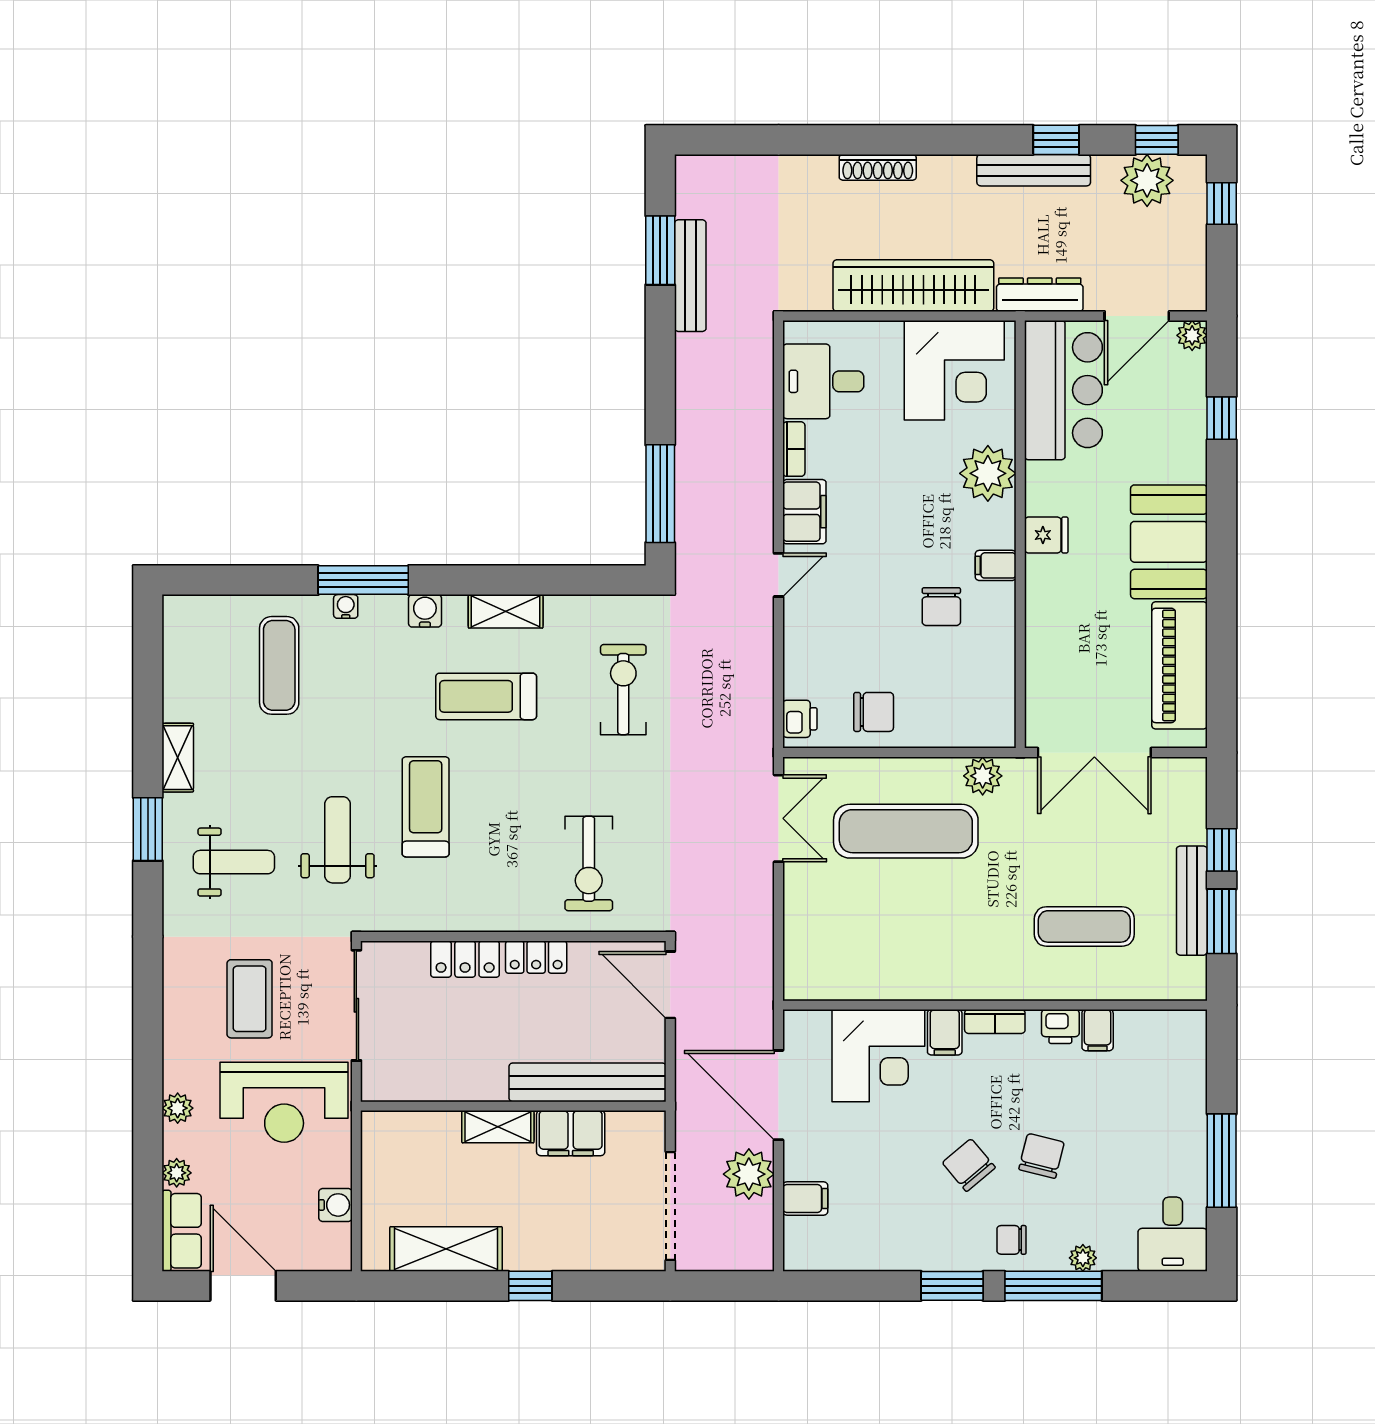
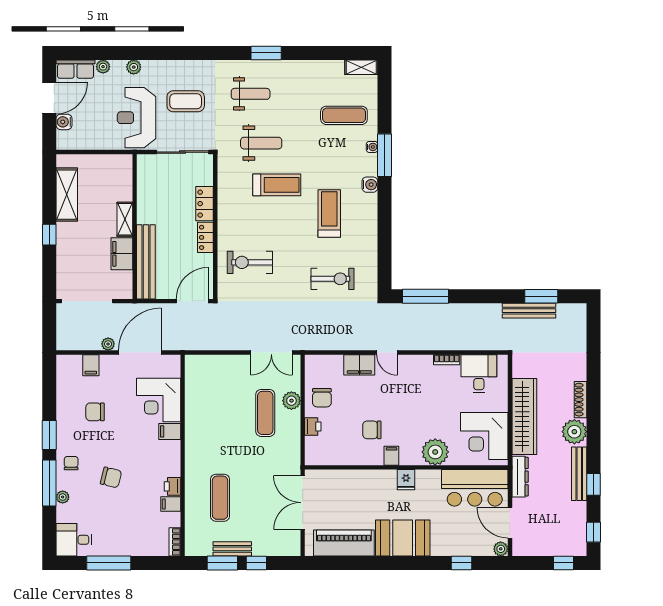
plant: (1147, 180) -> (574, 432), moved
filing cabinet: (804, 512) -> (359, 365), moved
shelving: (506, 611) -> (370, 223), removed
printer: (800, 719) -> (313, 426), moved, turned -90
shelving: (178, 758) -> (361, 67), moved
plant: (983, 776) -> (291, 401), moved
exercise mat: (906, 831) -> (265, 413), width x0.73, depth x0.69
weight bench: (234, 862) -> (251, 94), turned -90
bench: (1192, 901) -> (232, 549), width x0.73
bookcase: (995, 1022) -> (175, 542), moved
chair: (969, 1165) -> (95, 412), moved, turned -140
plant: (749, 1174) -> (108, 344), width x0.53, depth x0.53
water cooler: (335, 1205) -> (64, 122), moved, turned 90

